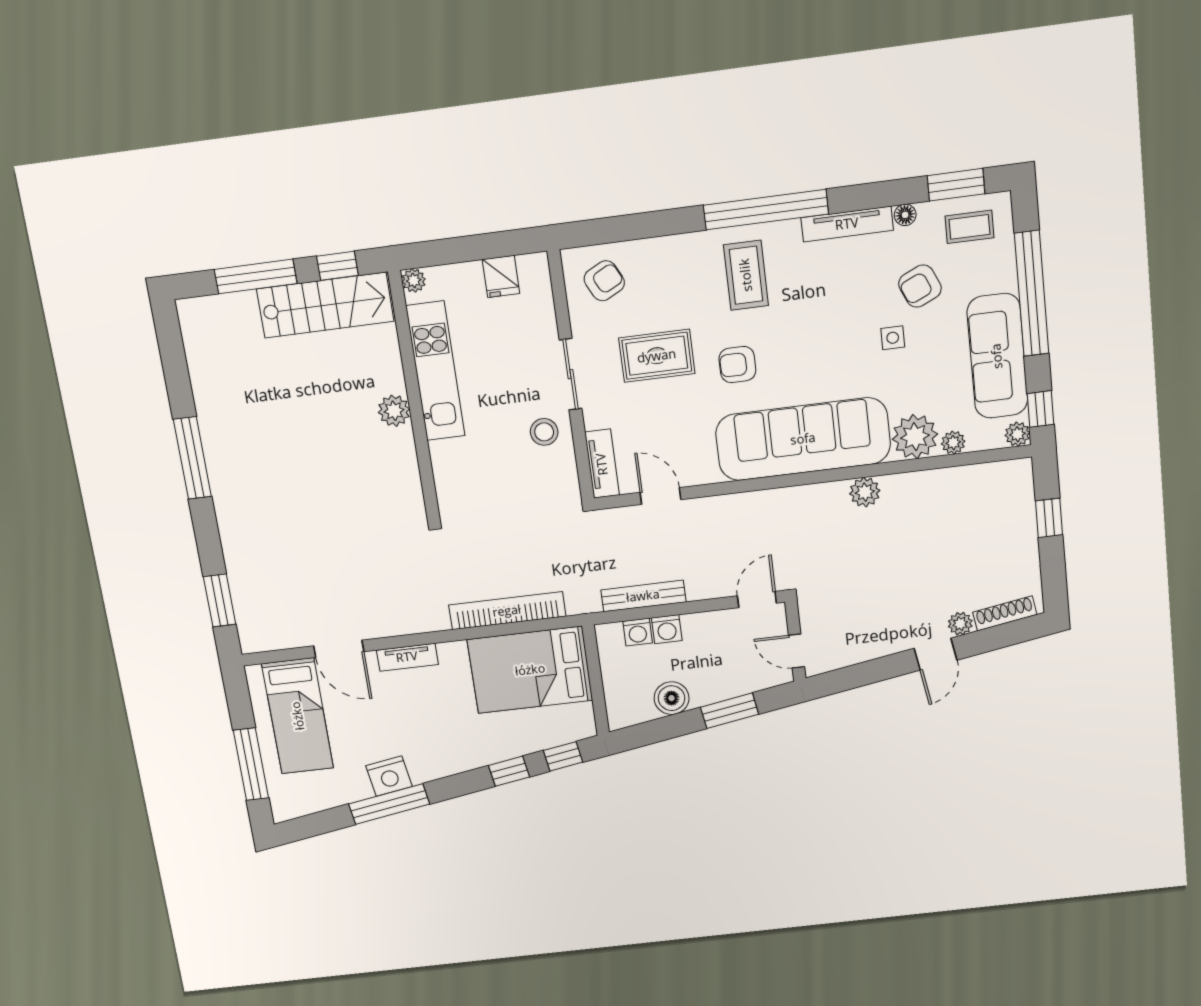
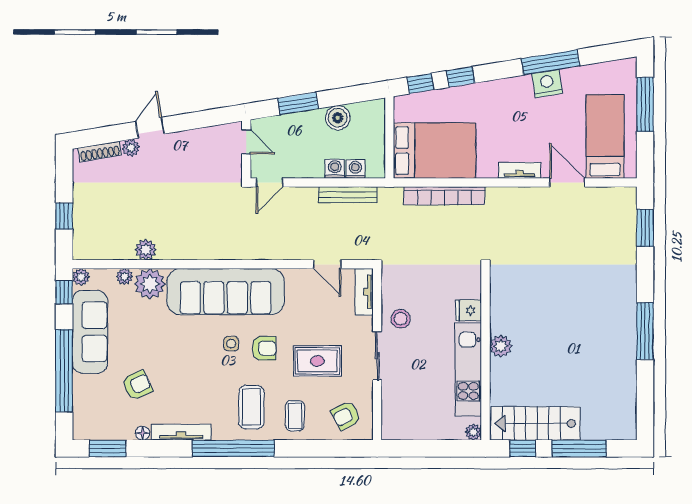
coffee table: (969, 227) -> (295, 416), moved, turned 90
fridge: (501, 276) -> (468, 310), moved, turned -90
side table: (893, 338) -> (231, 344), moved
plant: (865, 492) -> (146, 250), moved

